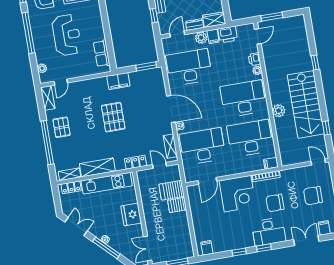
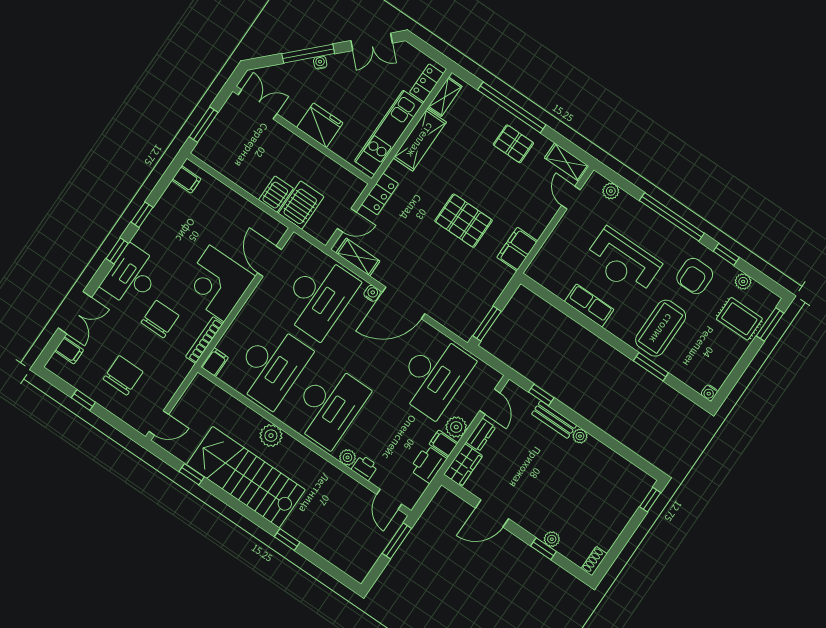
row of seats: (102, 53) -> (589, 305), moved
filing cabinet: (118, 81) -> (517, 249), moved

